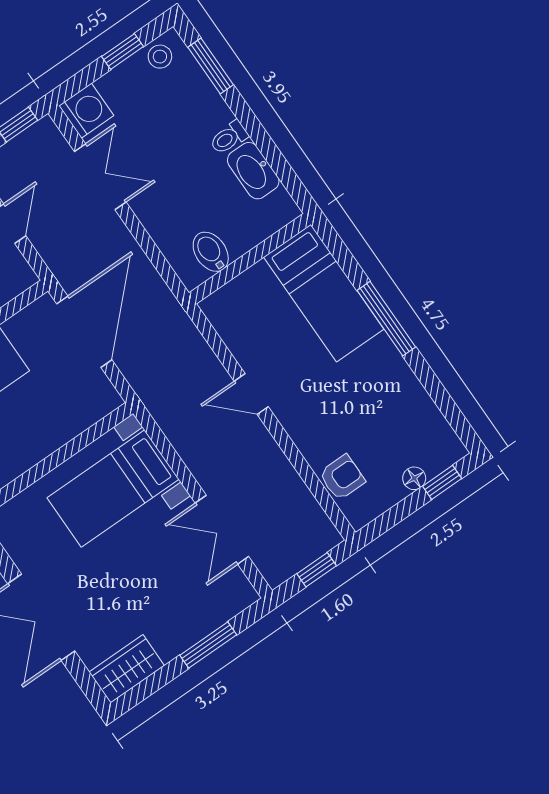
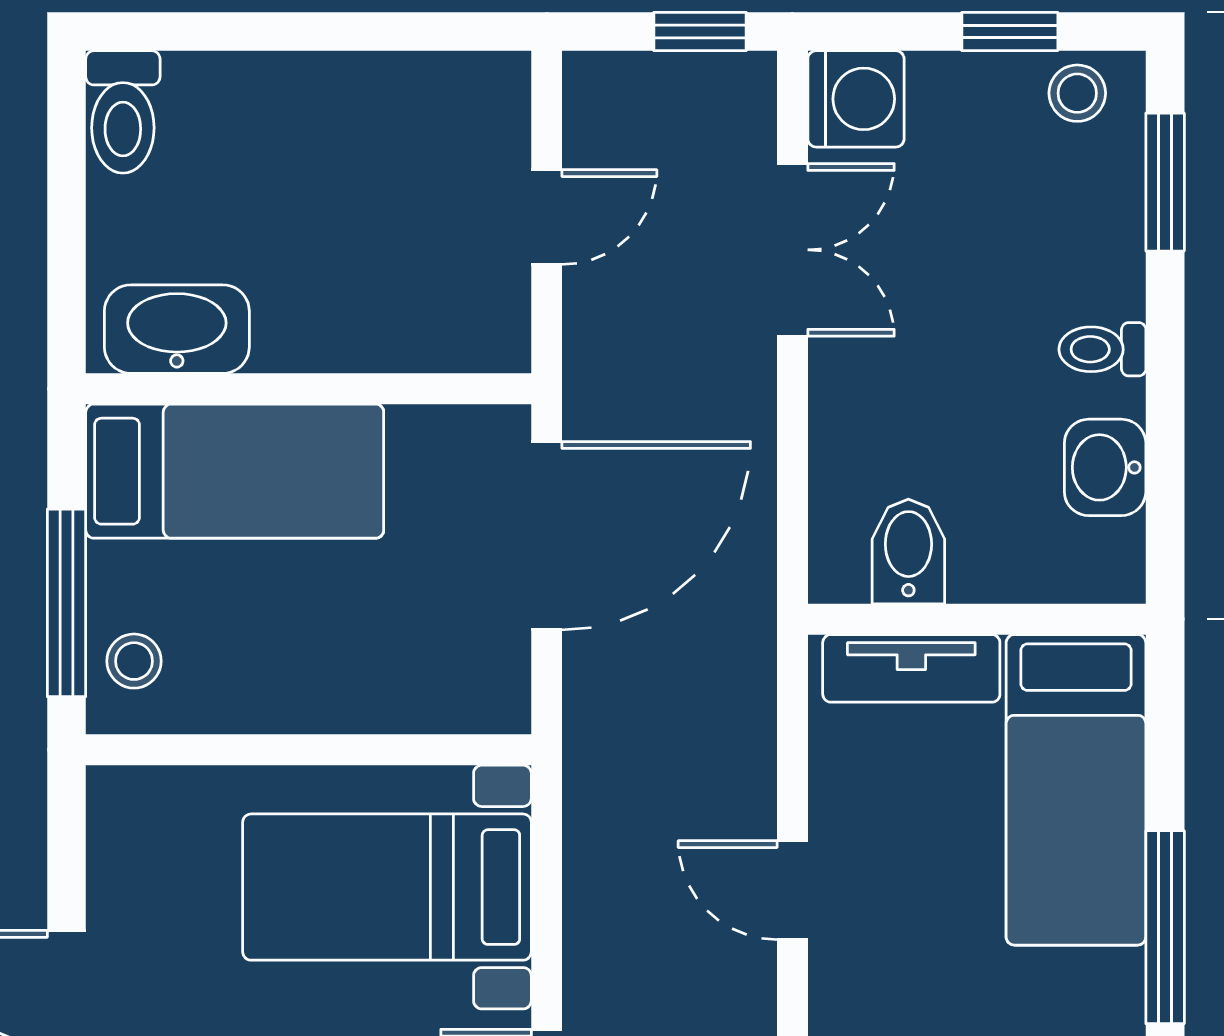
washbasin: (253, 171) -> (1105, 467), width x0.72
tv unit: (239, 291) -> (911, 668), added

